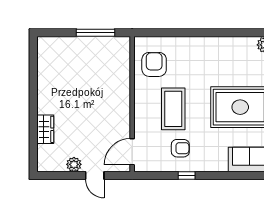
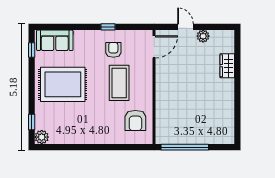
window: (95, 33) -> (185, 147), width x1.46
armchair: (180, 148) -> (113, 50), turned 90

